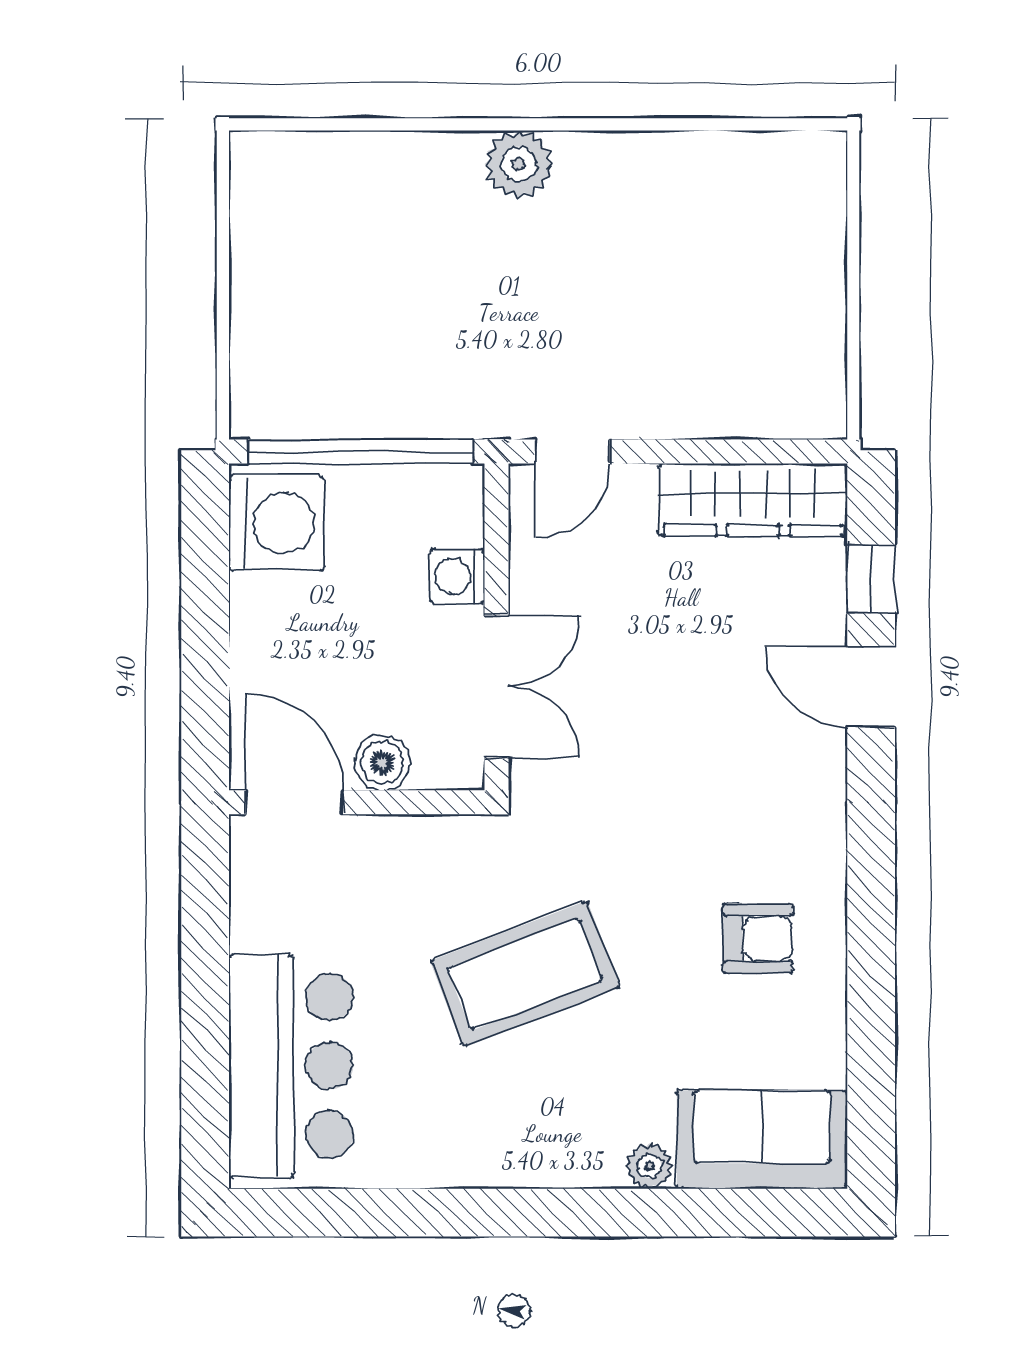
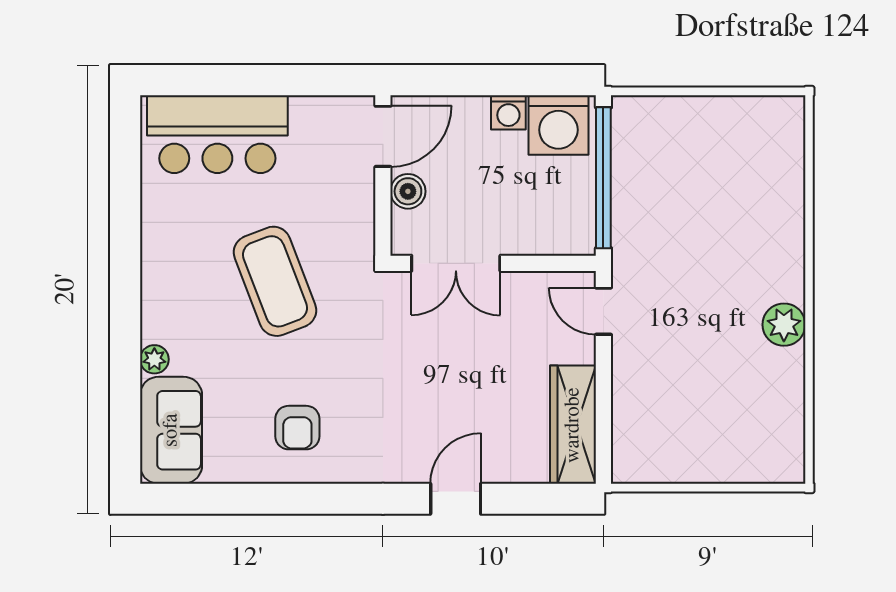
plant: (519, 164) -> (784, 325), moved
washing machine: (457, 576) -> (508, 112), moved, turned 180
window: (871, 579) -> (523, 499), removed

